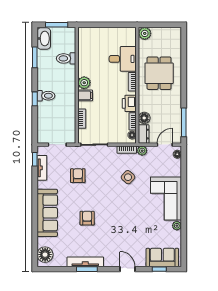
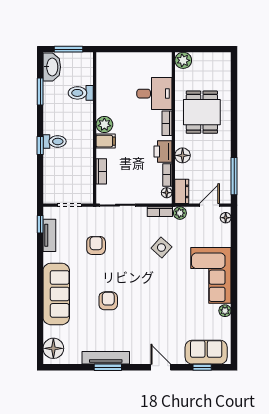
floor lamp: (144, 118) -> (183, 155), moved

